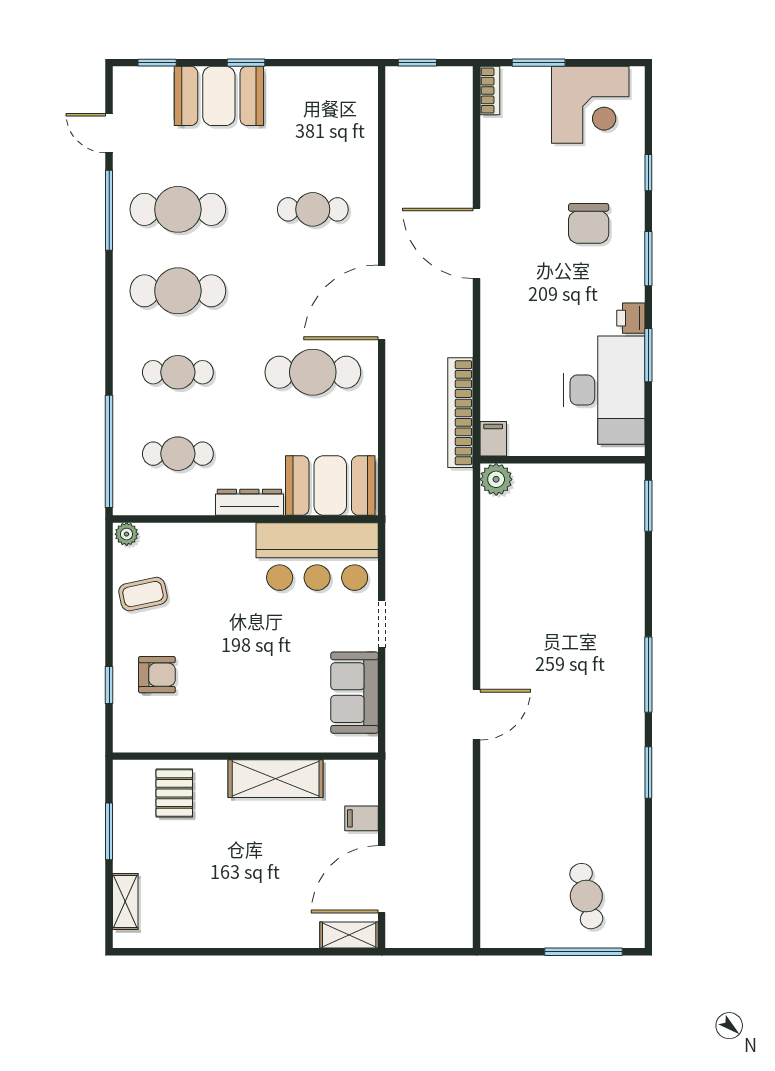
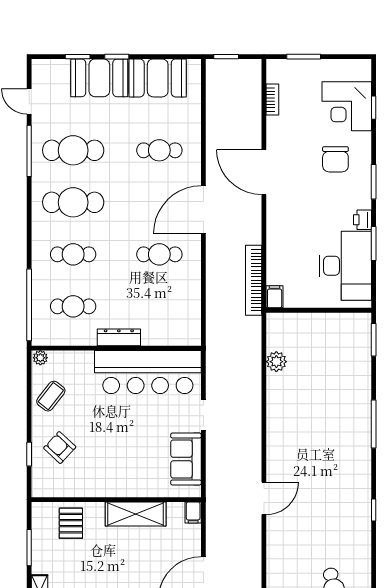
window: (157, 63) -> (78, 57), moved
bookcase: (490, 91) -> (272, 99), moved
corner desk: (590, 105) -> (347, 106), moved, turned 90
window: (648, 173) -> (374, 108), moved
cafe table: (313, 372) -> (159, 254), width x0.73, depth x0.74
plant: (496, 479) -> (276, 362), moved
booth: (330, 486) -> (158, 78), moved
bar counter: (317, 556) -> (148, 372), width x1.36
coffee table: (143, 594) -> (51, 396), turned -40
armchair: (157, 675) -> (60, 448), turned -137
window: (648, 675) -> (374, 424), moved
door: (477, 715) -> (264, 498), moved
window: (648, 772) -> (374, 510), width x0.67
filing cabinet: (362, 818) -> (193, 512), moved, turned -90

